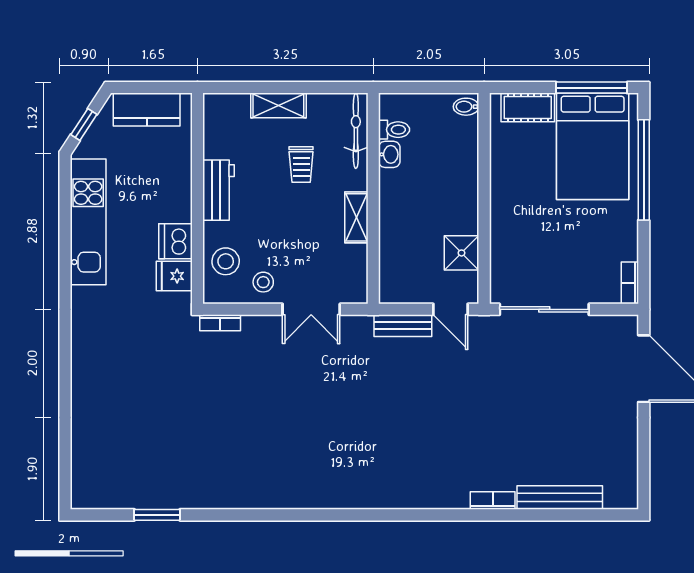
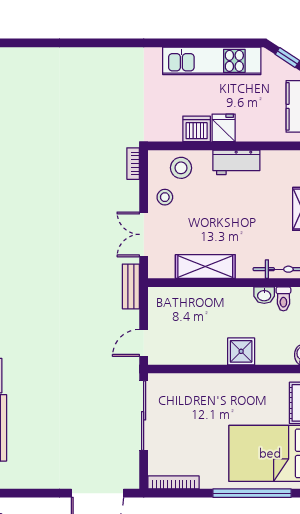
trolley: (301, 165) -> (256, 227), removed
shelving: (356, 217) -> (205, 267), width x1.50, depth x1.33
shower: (461, 253) -> (241, 351), moved
fridge: (174, 276) -> (224, 128), moved
bookcase: (630, 283) -> (173, 482), width x1.56
bench: (403, 326) -> (131, 286), moved

